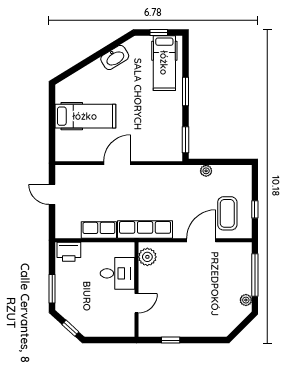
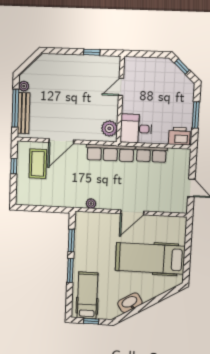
hospital bed: (85, 116) -> (150, 258), width x1.37, depth x1.29
window: (186, 140) -> (71, 241), moved
plant: (206, 171) -> (91, 204), moved
bench: (245, 270) -> (24, 113), added
desk: (118, 273) -> (136, 129), moved
window: (52, 289) -> (196, 115), moved

